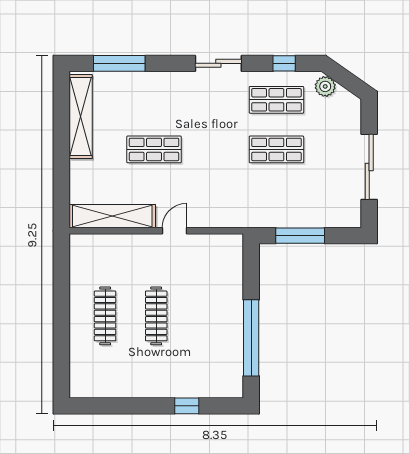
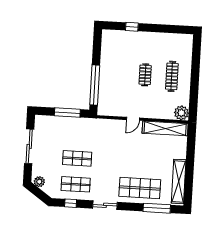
plant: (325, 86) -> (39, 182), moved
shop shelf: (154, 149) -> (140, 188), moved, width x1.43, depth x1.36
plant: (83, 248) -> (181, 113), added
clothes rail: (156, 316) -> (145, 75), width x0.73
window: (251, 338) -> (95, 85), moved

